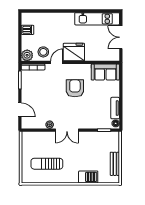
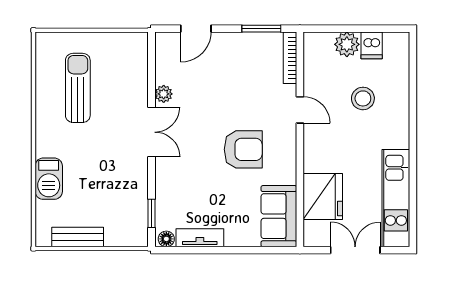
stool: (43, 52) -> (363, 98), moved
fridge: (74, 52) -> (323, 197), moved
plant: (27, 55) -> (347, 44), moved
double door: (67, 130) -> (151, 132), swing flipped

